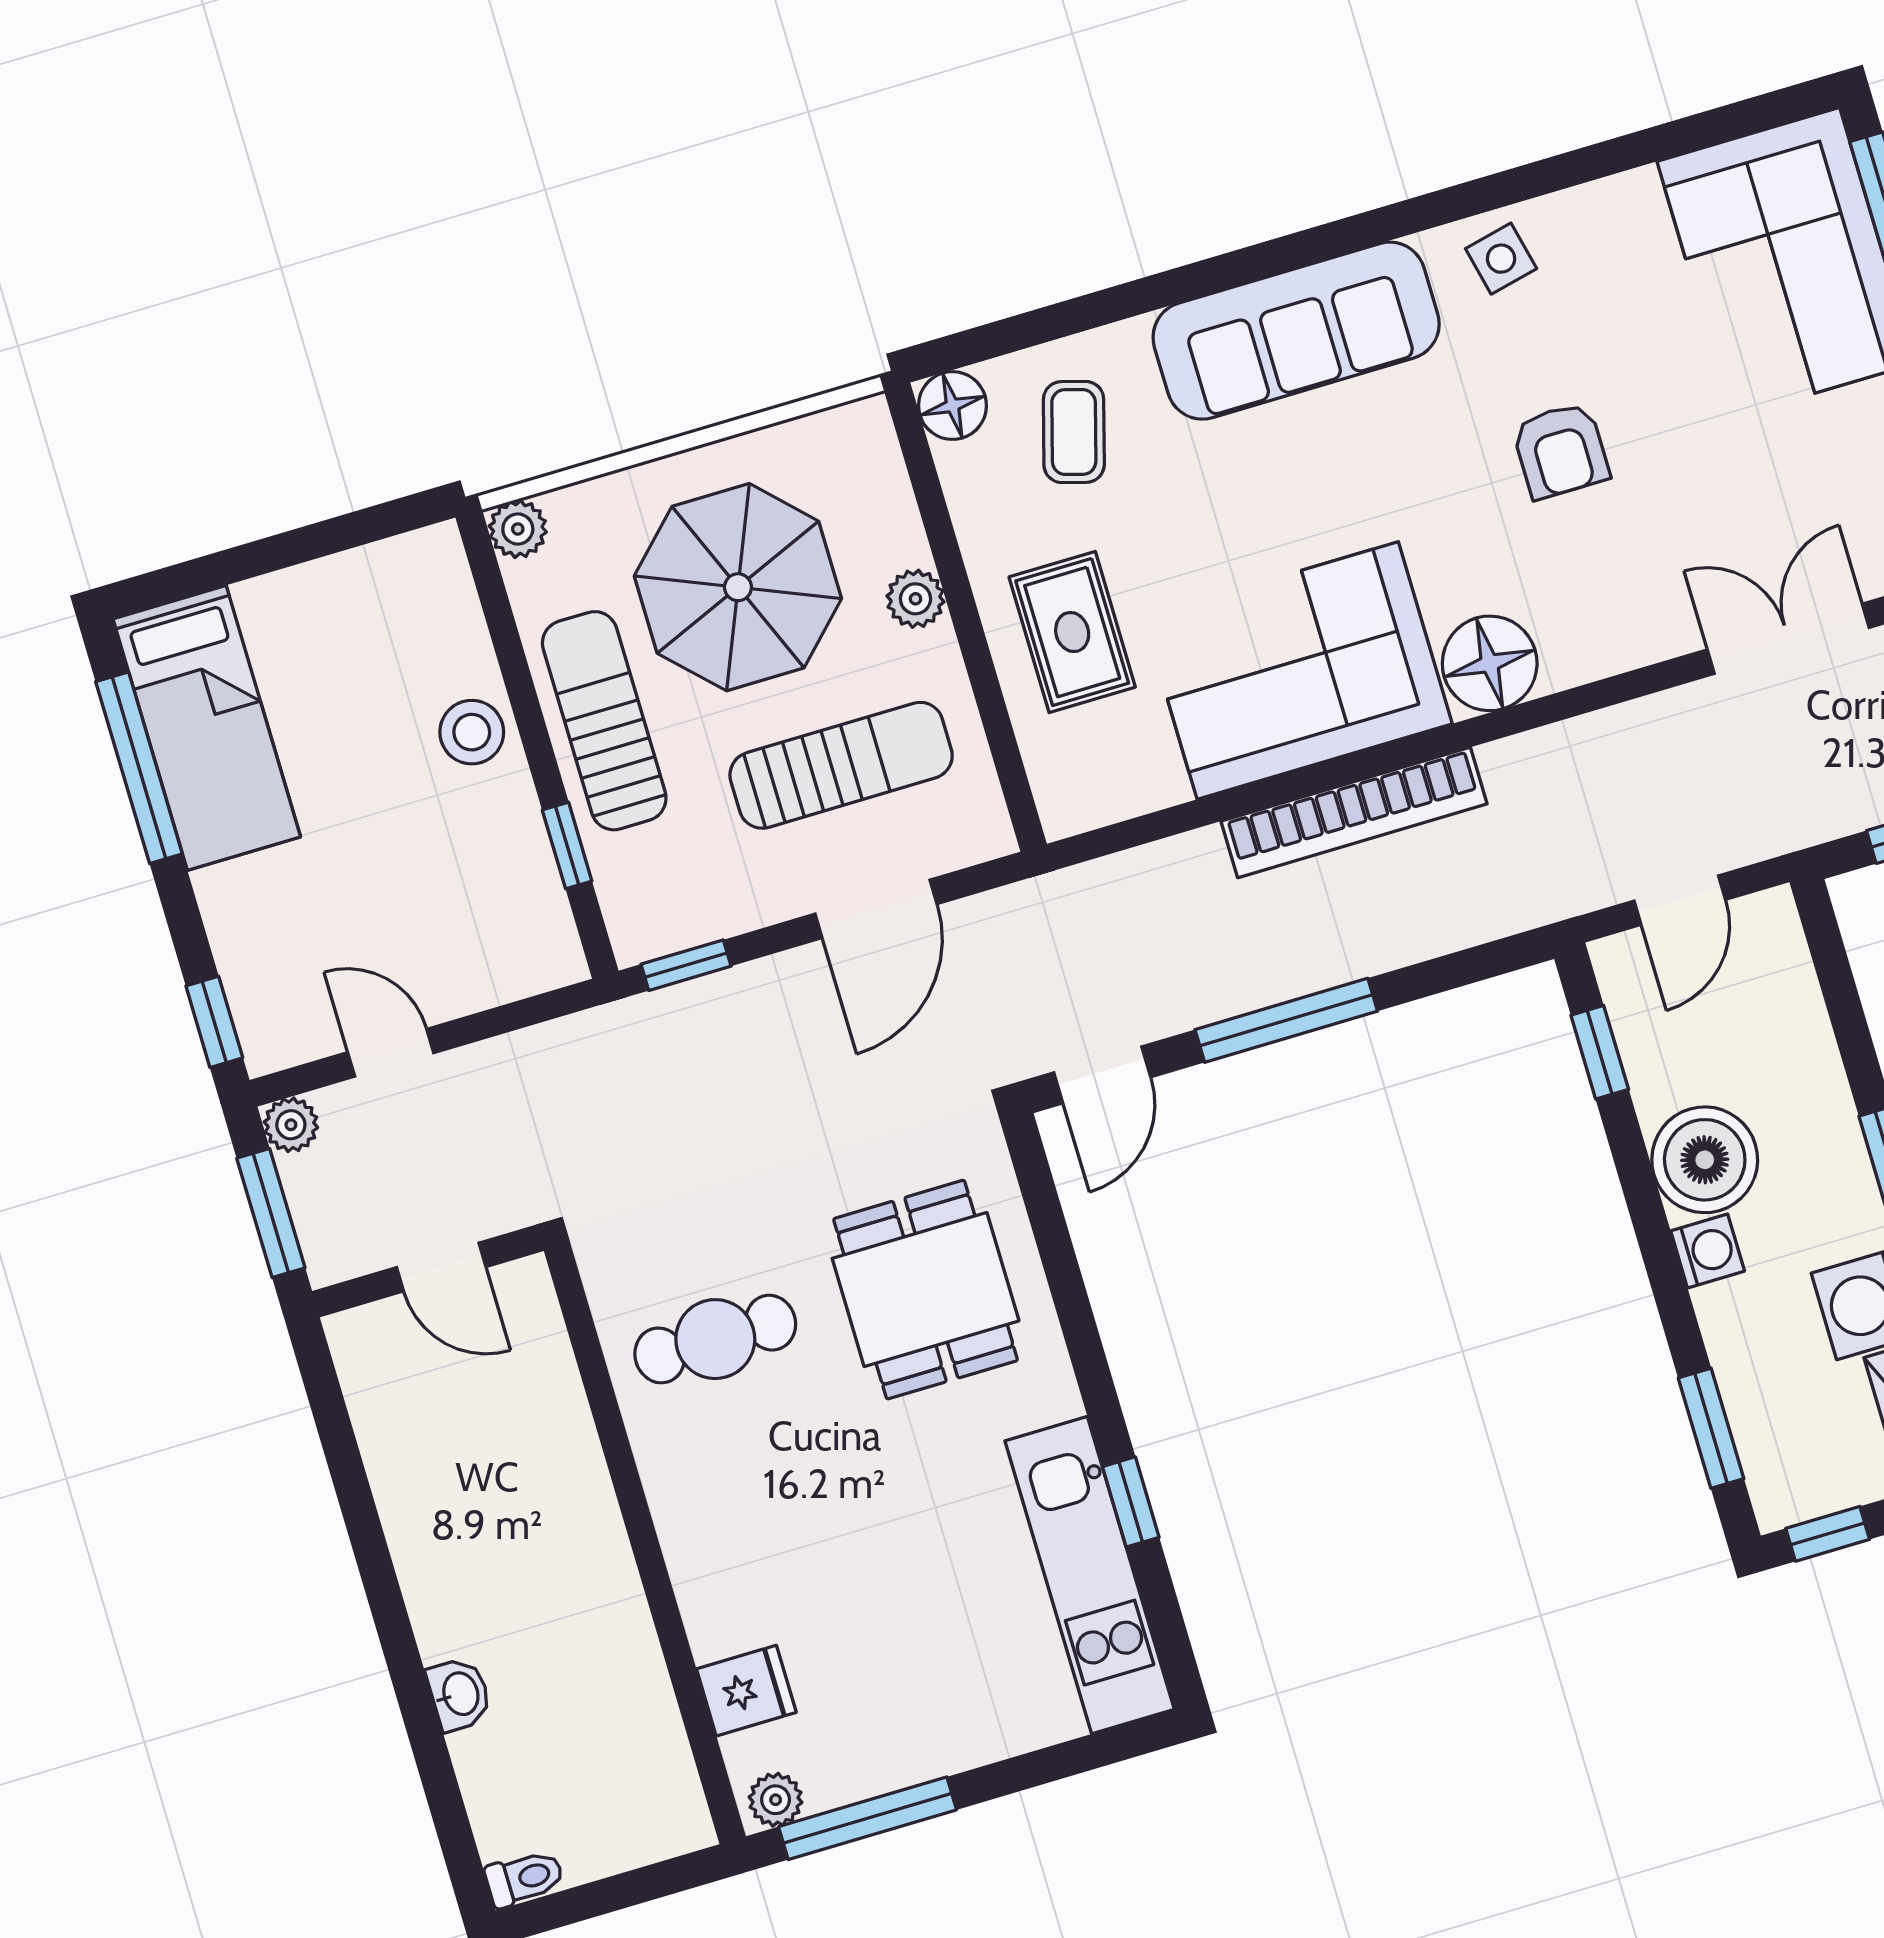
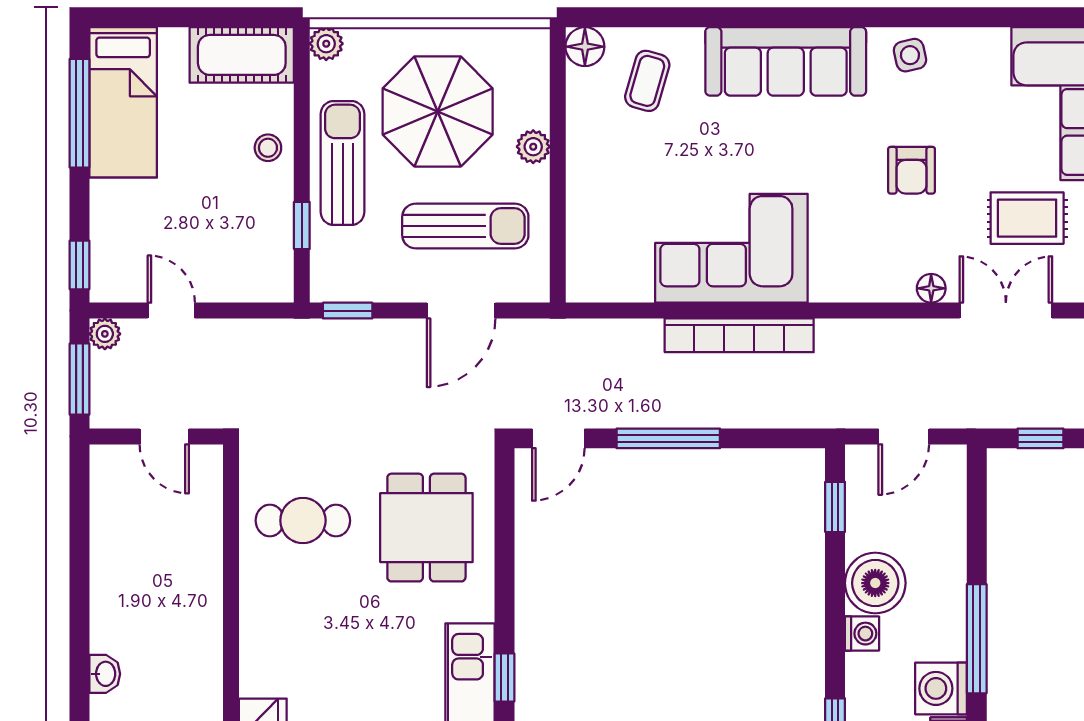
cot: (382, 590) -> (242, 55), added
rug: (1072, 632) -> (1027, 218), moved, turned 90
floor lamp: (1490, 663) -> (931, 288), moved, width x0.53, depth x0.53
stool: (472, 732) -> (268, 148), width x0.73, depth x0.73

